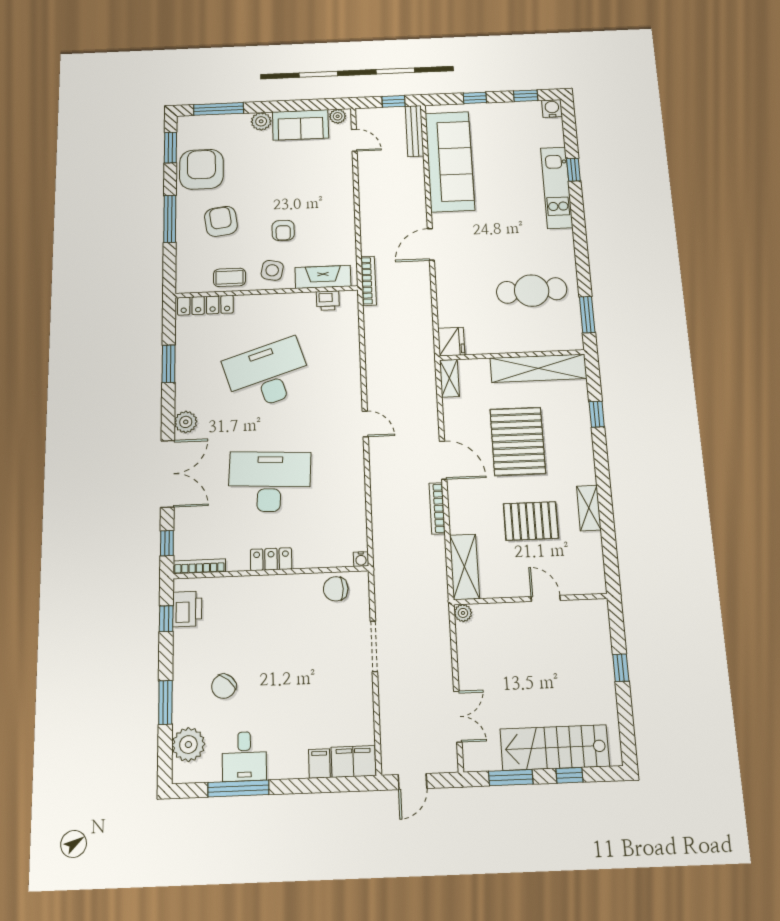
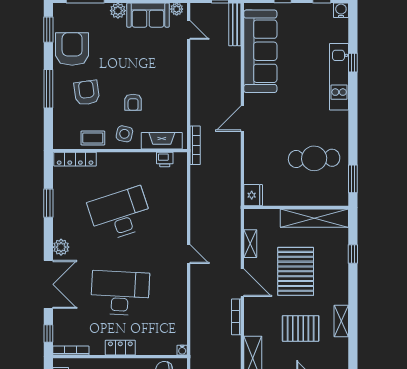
shelving: (449, 378) -> (250, 244), moved

